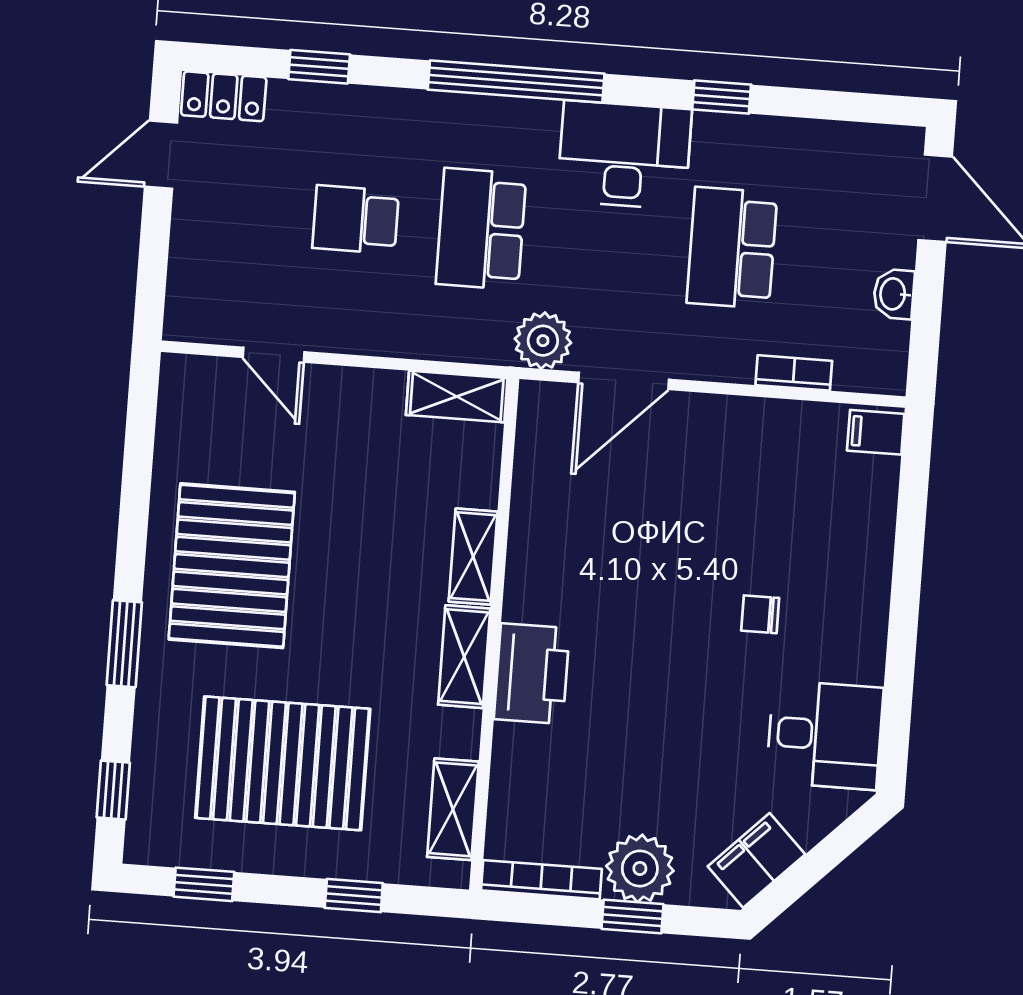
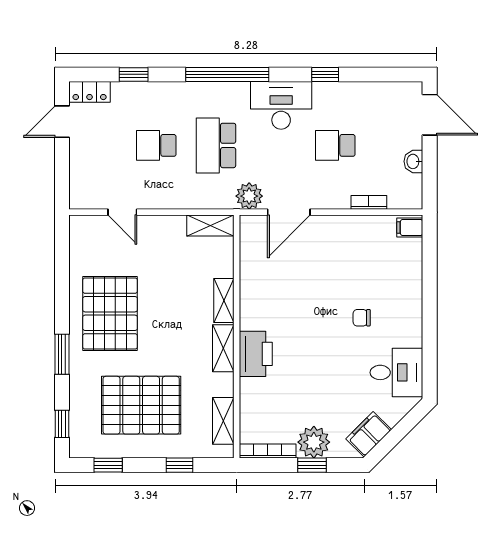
school desk: (732, 248) -> (335, 145), width x0.54

